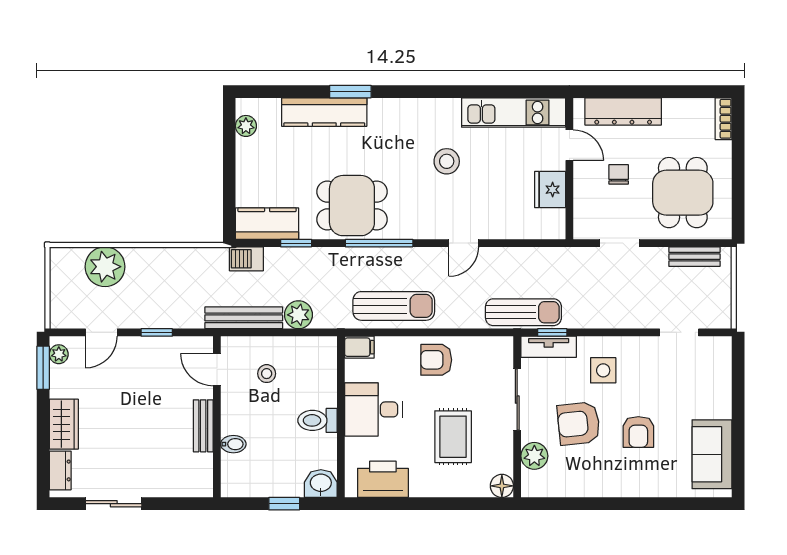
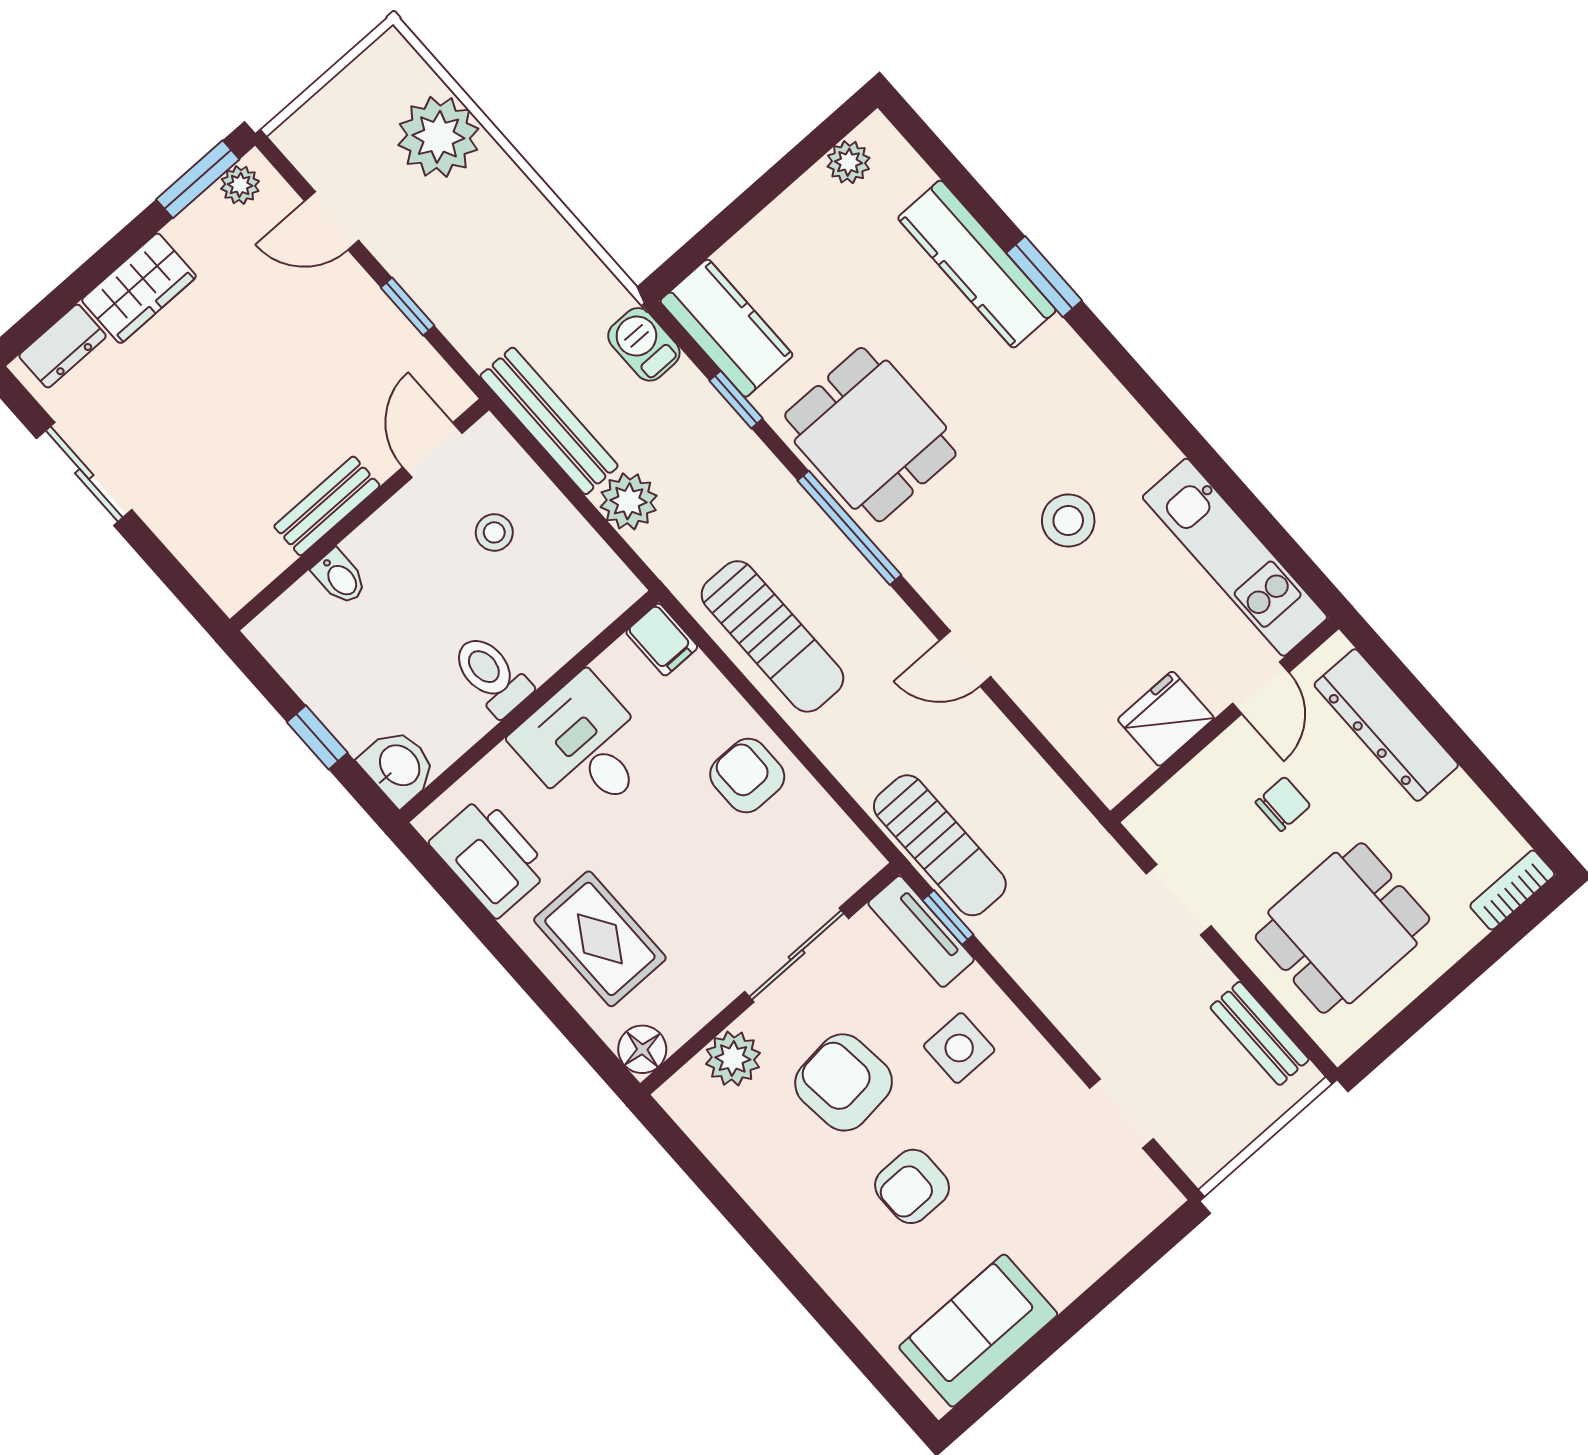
rug: (453, 437) -> (600, 939), moved, turned 90

